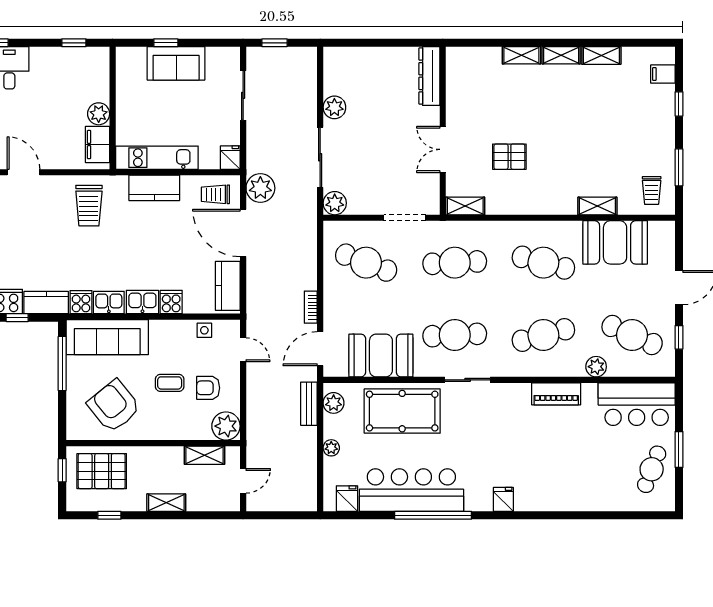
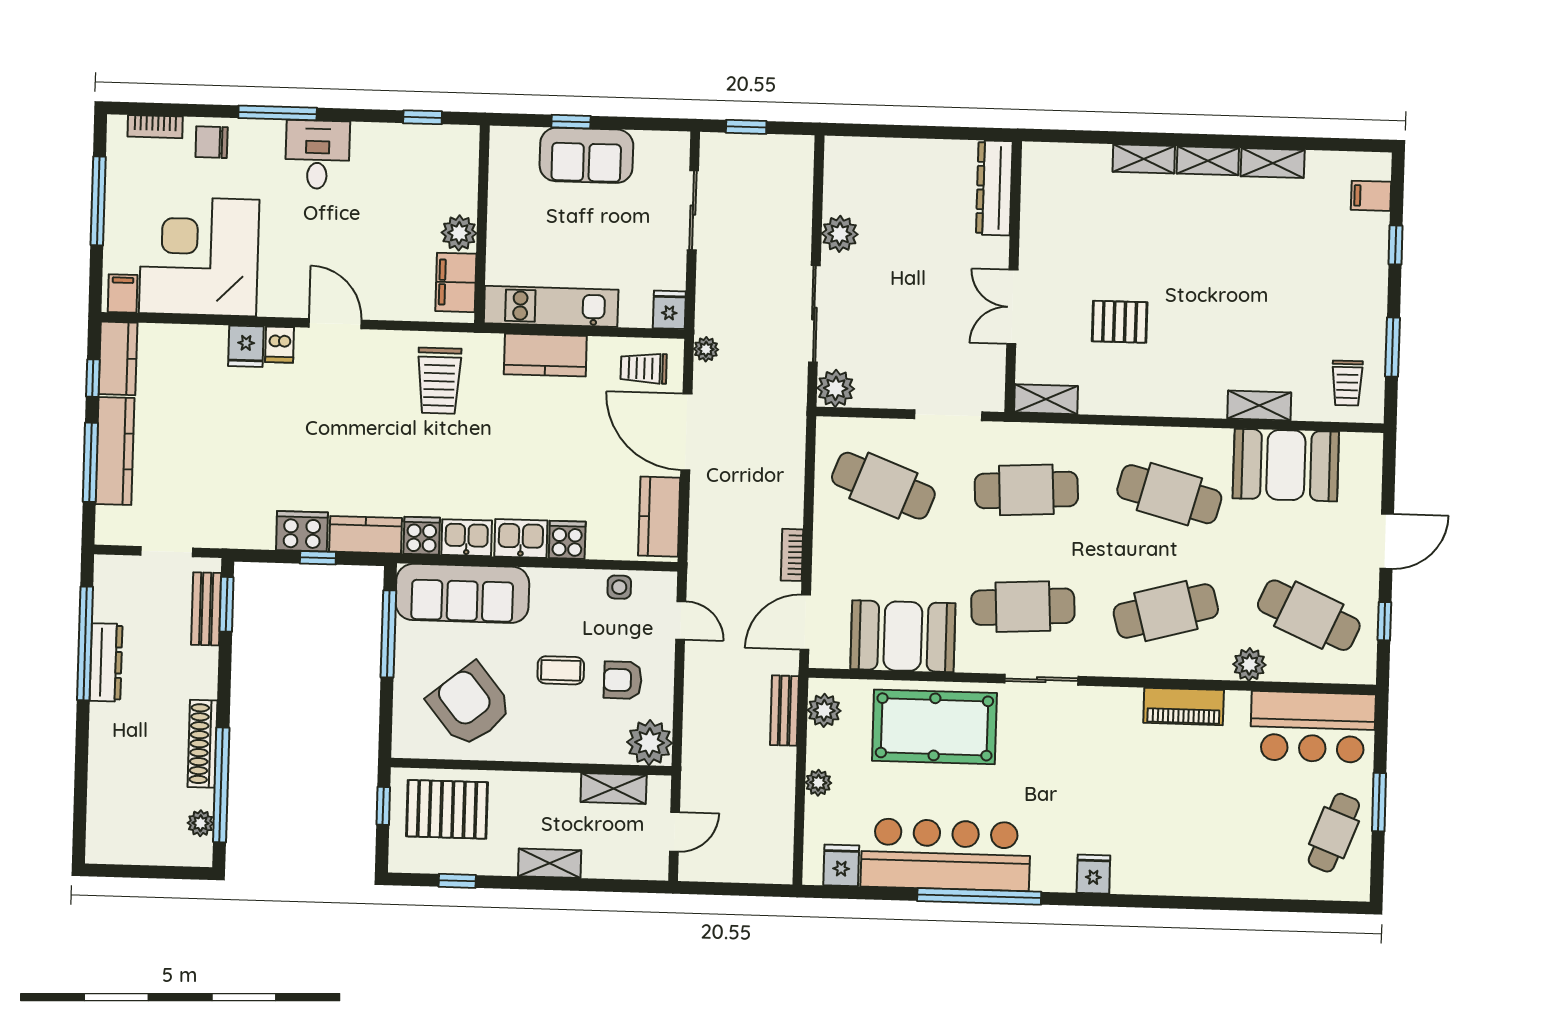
plant: (260, 188) -> (706, 349), width x0.53, depth x0.53

